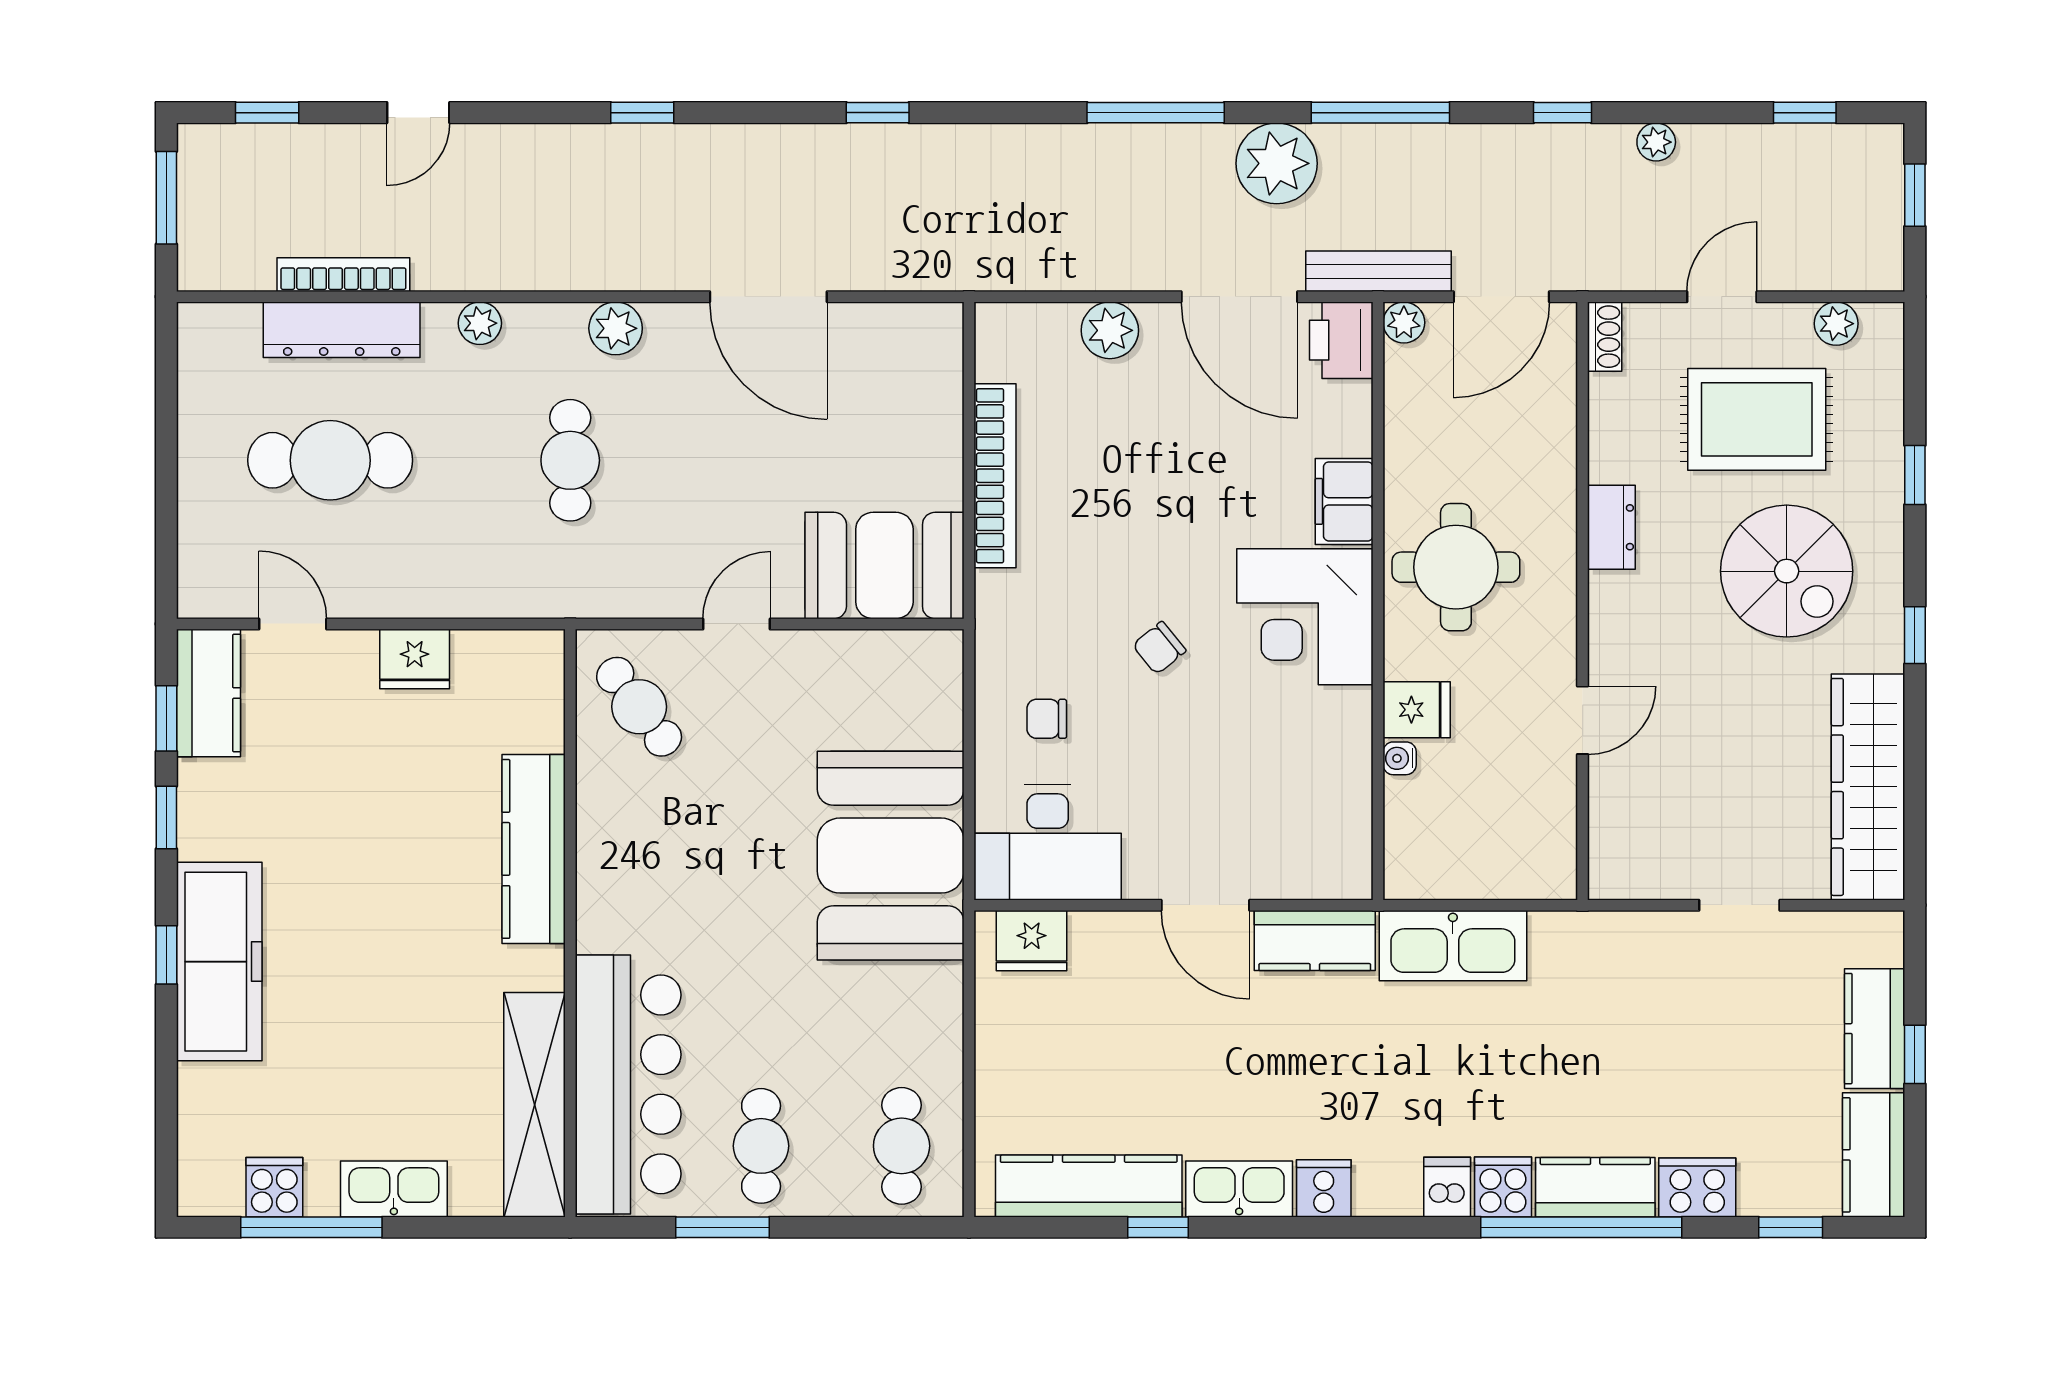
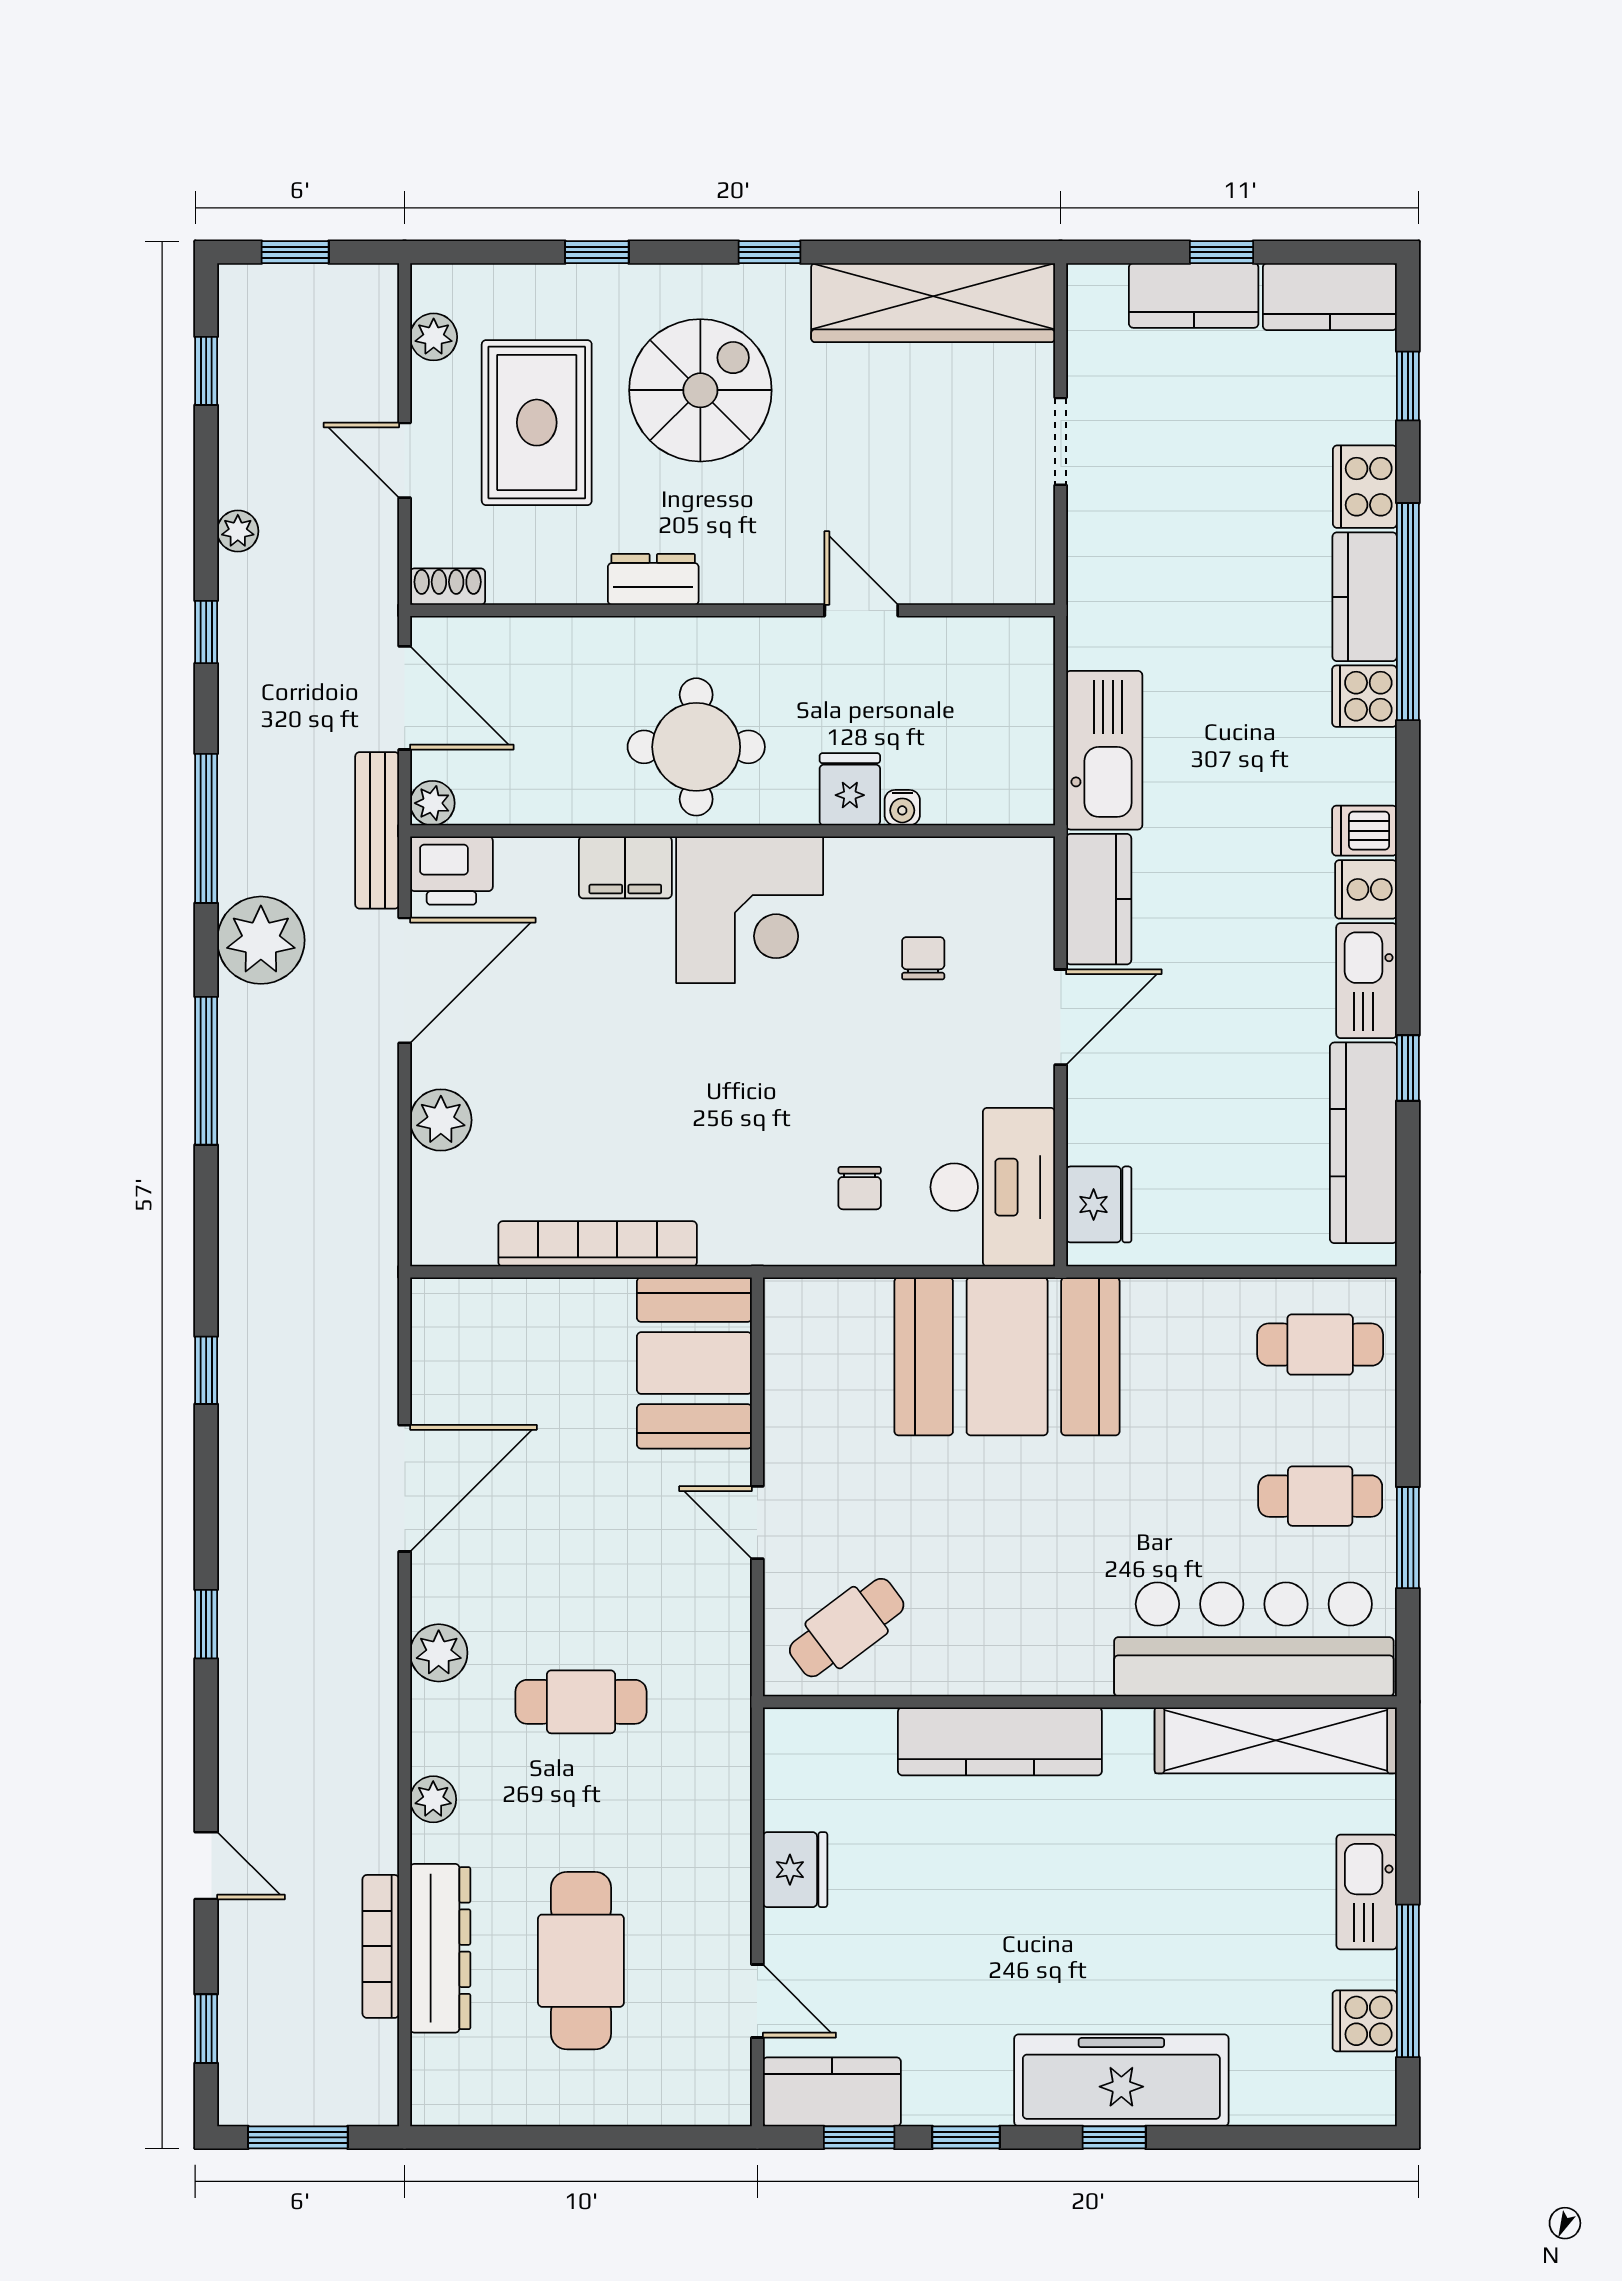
door: (293, 624) -> (757, 2001), swing flipped
chair: (1159, 648) -> (923, 958), moved, turned -141
dishwasher: (1447, 1187) -> (1365, 831), moved

